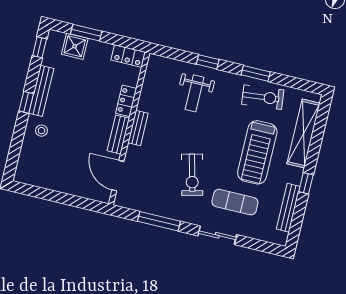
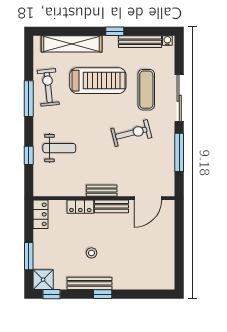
shower: (75, 46) -> (43, 280), moved
window: (208, 62) -> (29, 155), moved
window: (256, 73) -> (29, 99), width x1.44
stool: (41, 131) -> (92, 253), moved
sliding door: (217, 235) -> (179, 98), width x1.37
water cooler: (282, 238) -> (167, 41), added

